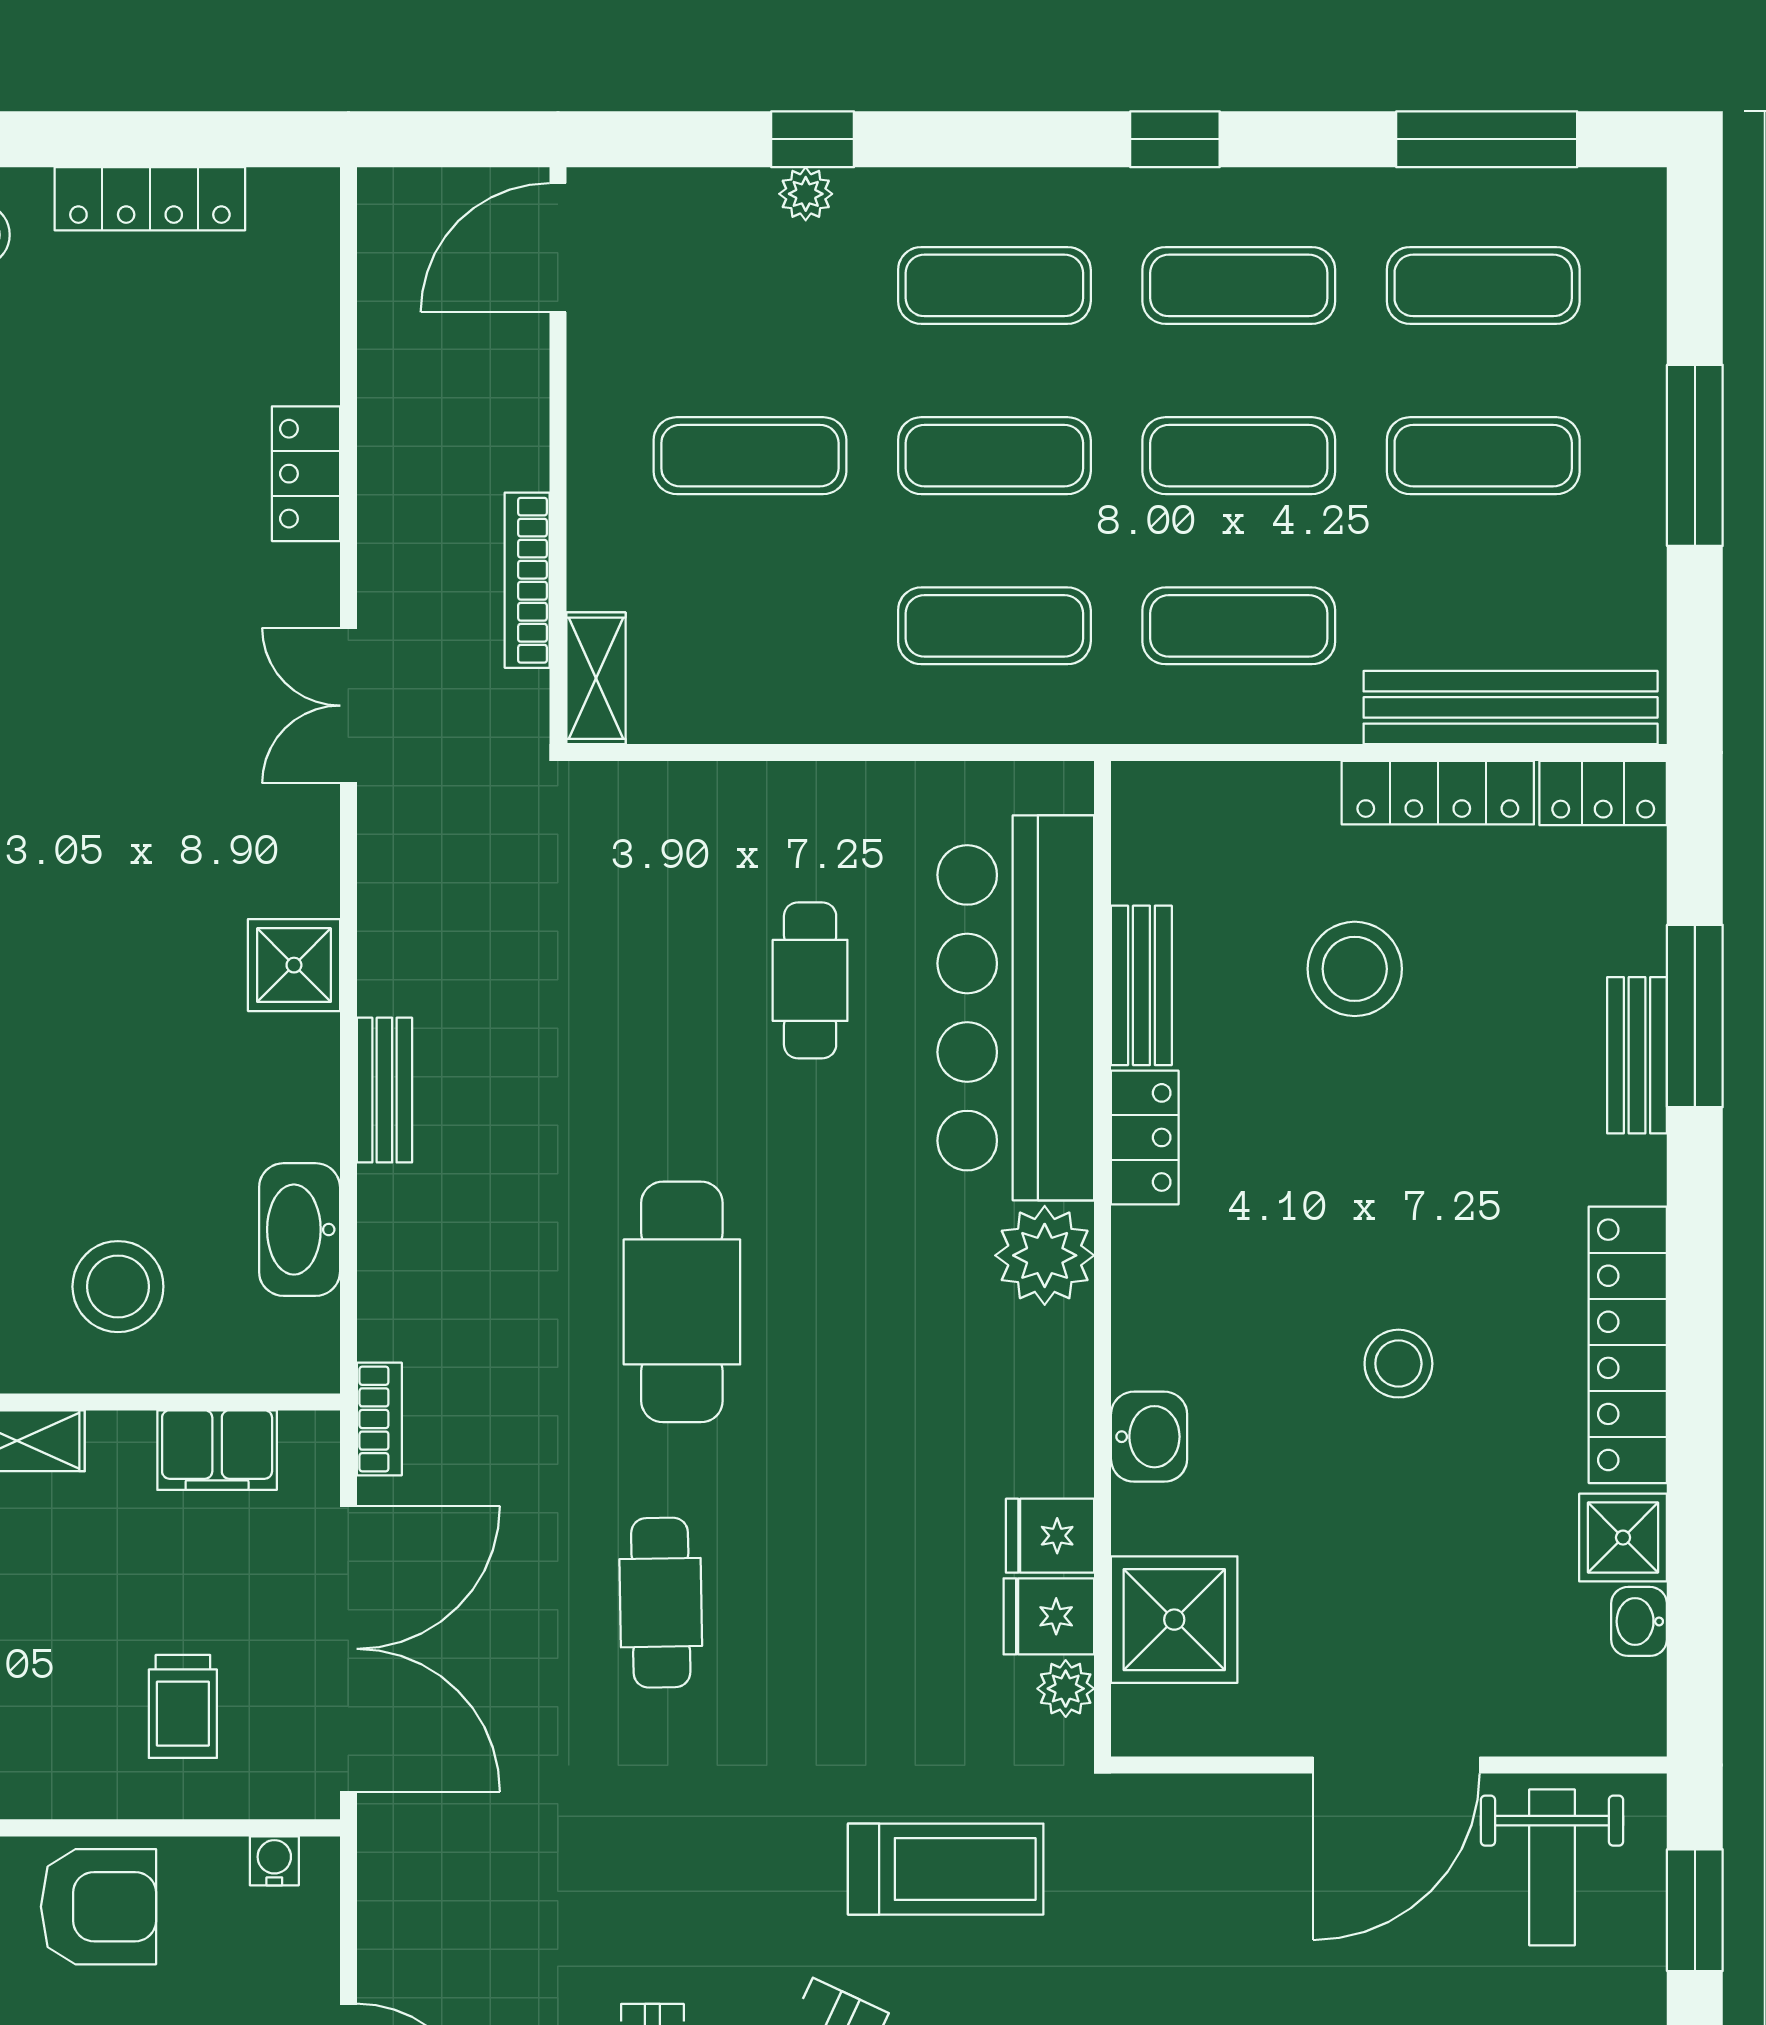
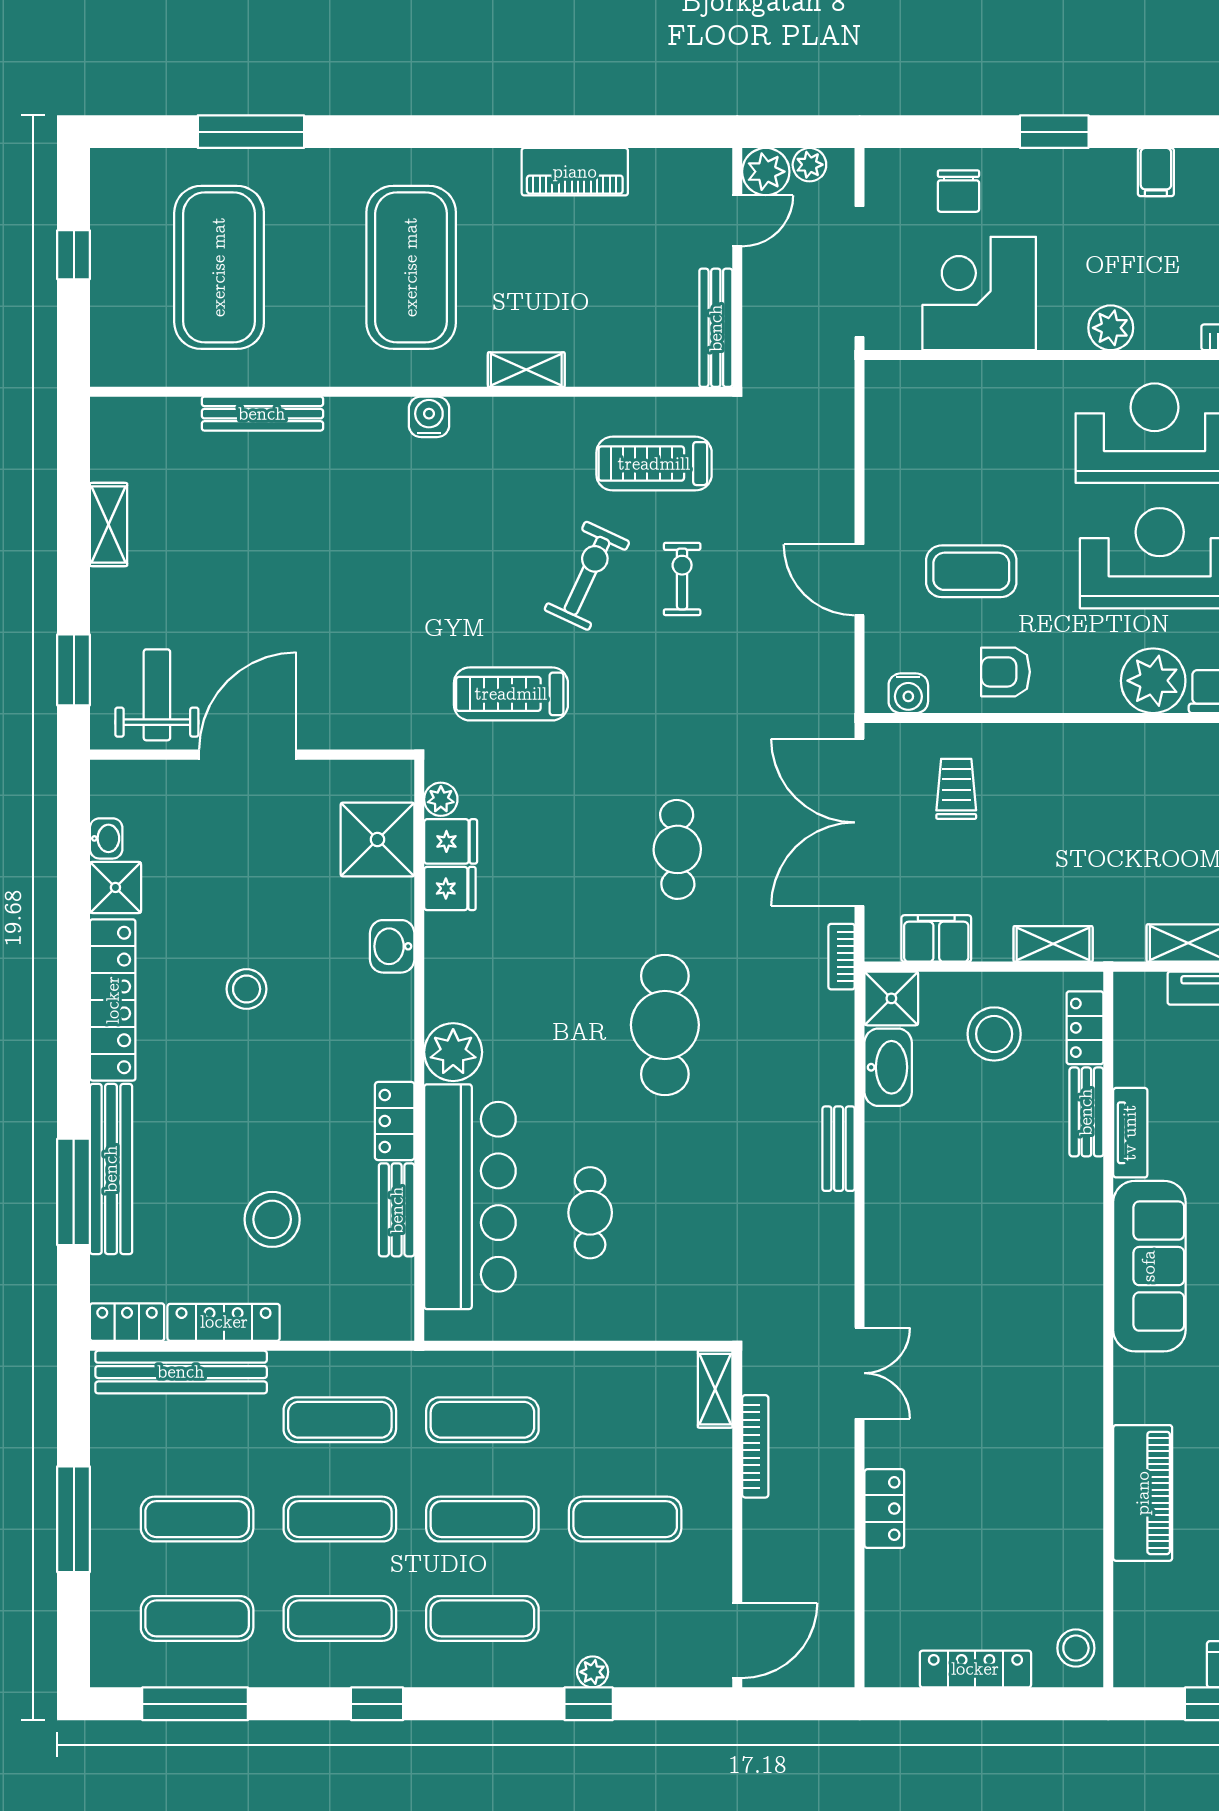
shower: (294, 965) -> (891, 998), moved
bench: (1637, 1055) -> (111, 1169), width x1.86, depth x1.21
water cooler: (274, 1861) -> (908, 693), width x1.38, depth x1.38
armchair: (98, 1907) -> (1006, 672), width x0.72, depth x0.72

